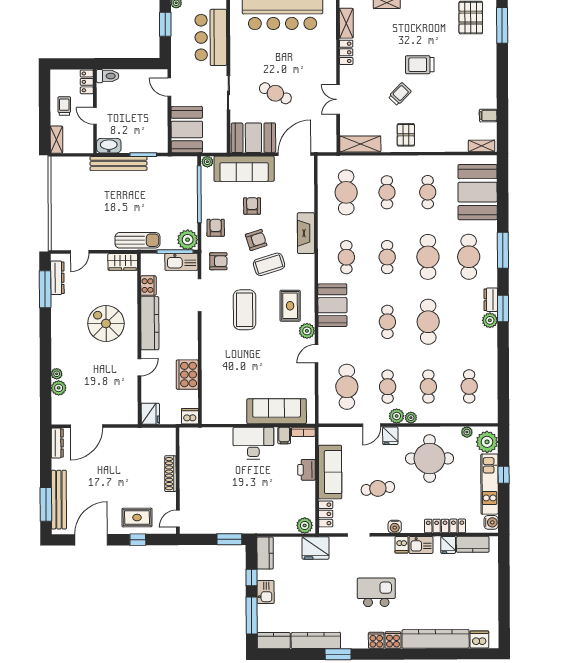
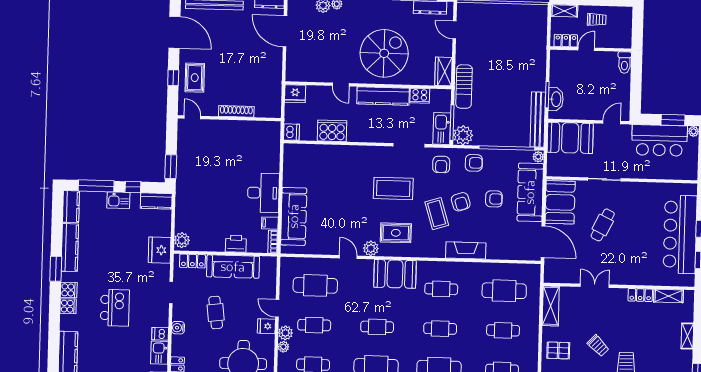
bar counter: (211, 37) -> (659, 140), moved, turned 180
locker: (87, 82) -> (566, 41), moved
washbasin: (109, 146) -> (556, 99), moved
bench: (118, 163) -> (538, 120), moved
spiral stairs: (106, 323) -> (384, 53), width x1.37, depth x1.37
cooker: (393, 640) -> (69, 290), moved

